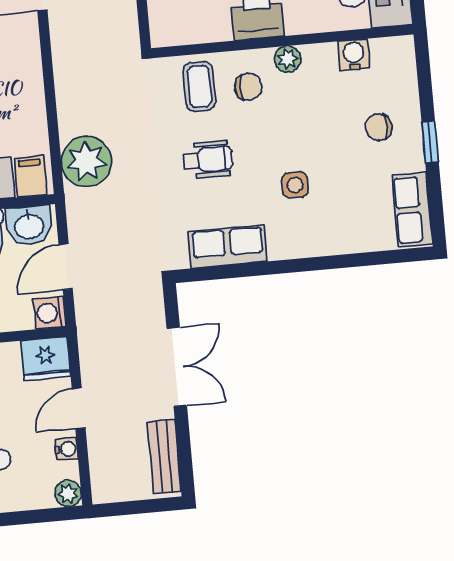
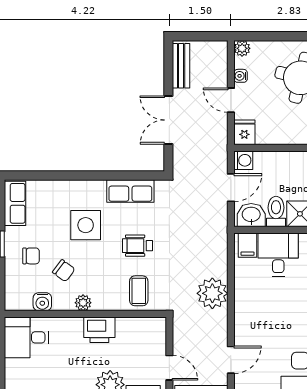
chair: (248, 87) -> (64, 271), moved, turned -143
plant: (86, 161) -> (212, 293), moved
side table: (295, 185) -> (86, 225), width x1.87, depth x1.87
fridge: (46, 359) -> (244, 132), width x0.72
door: (79, 408) -> (231, 100), swing flipped

